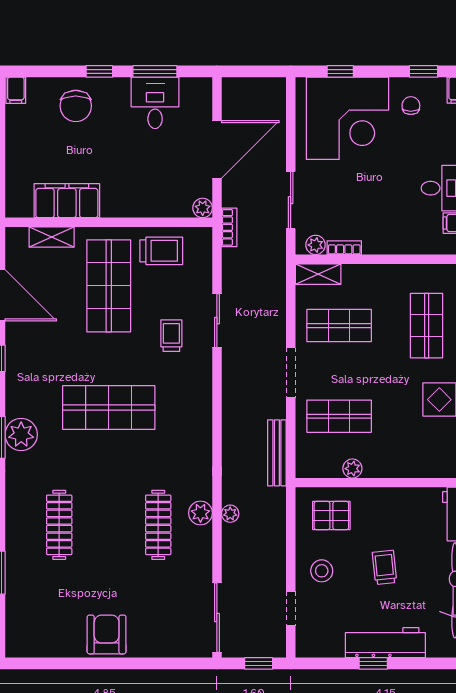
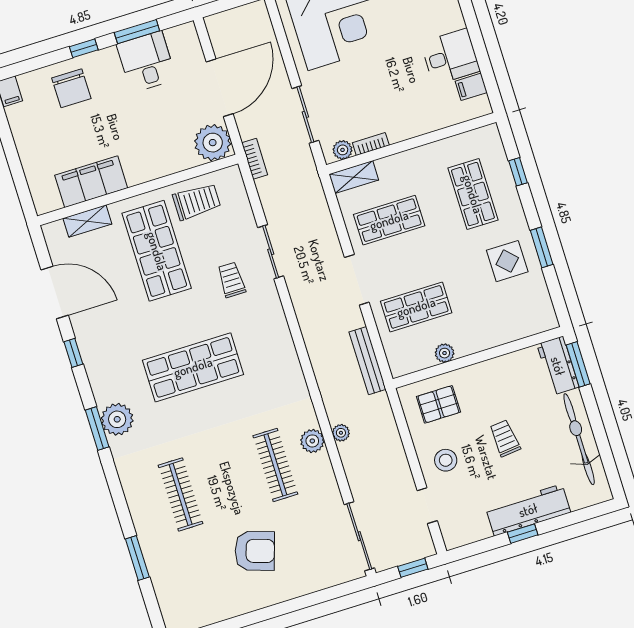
plant: (203, 208) -> (213, 143), width x1.88, depth x1.88
armchair: (107, 634) -> (255, 551), moved, turned 108

